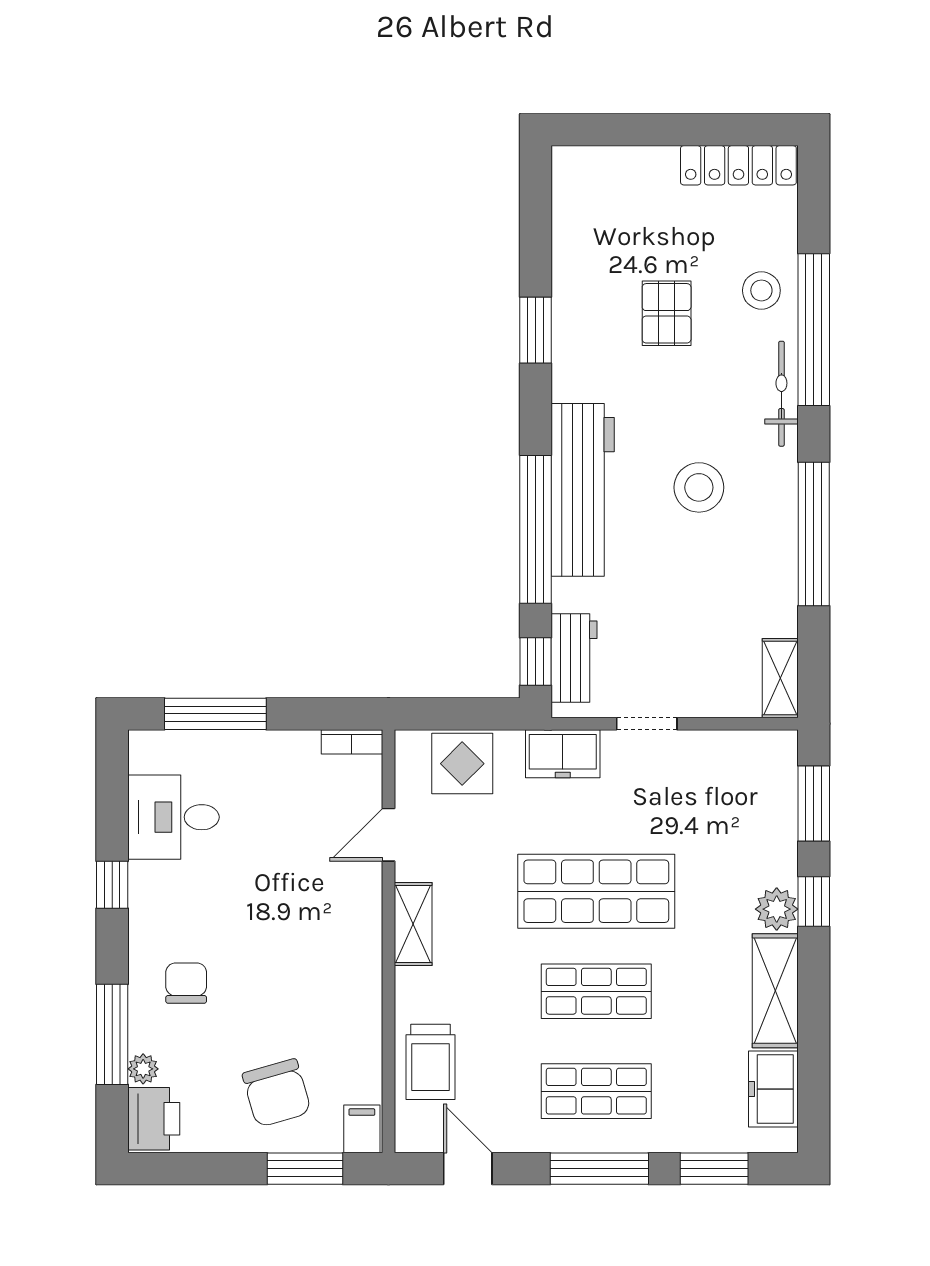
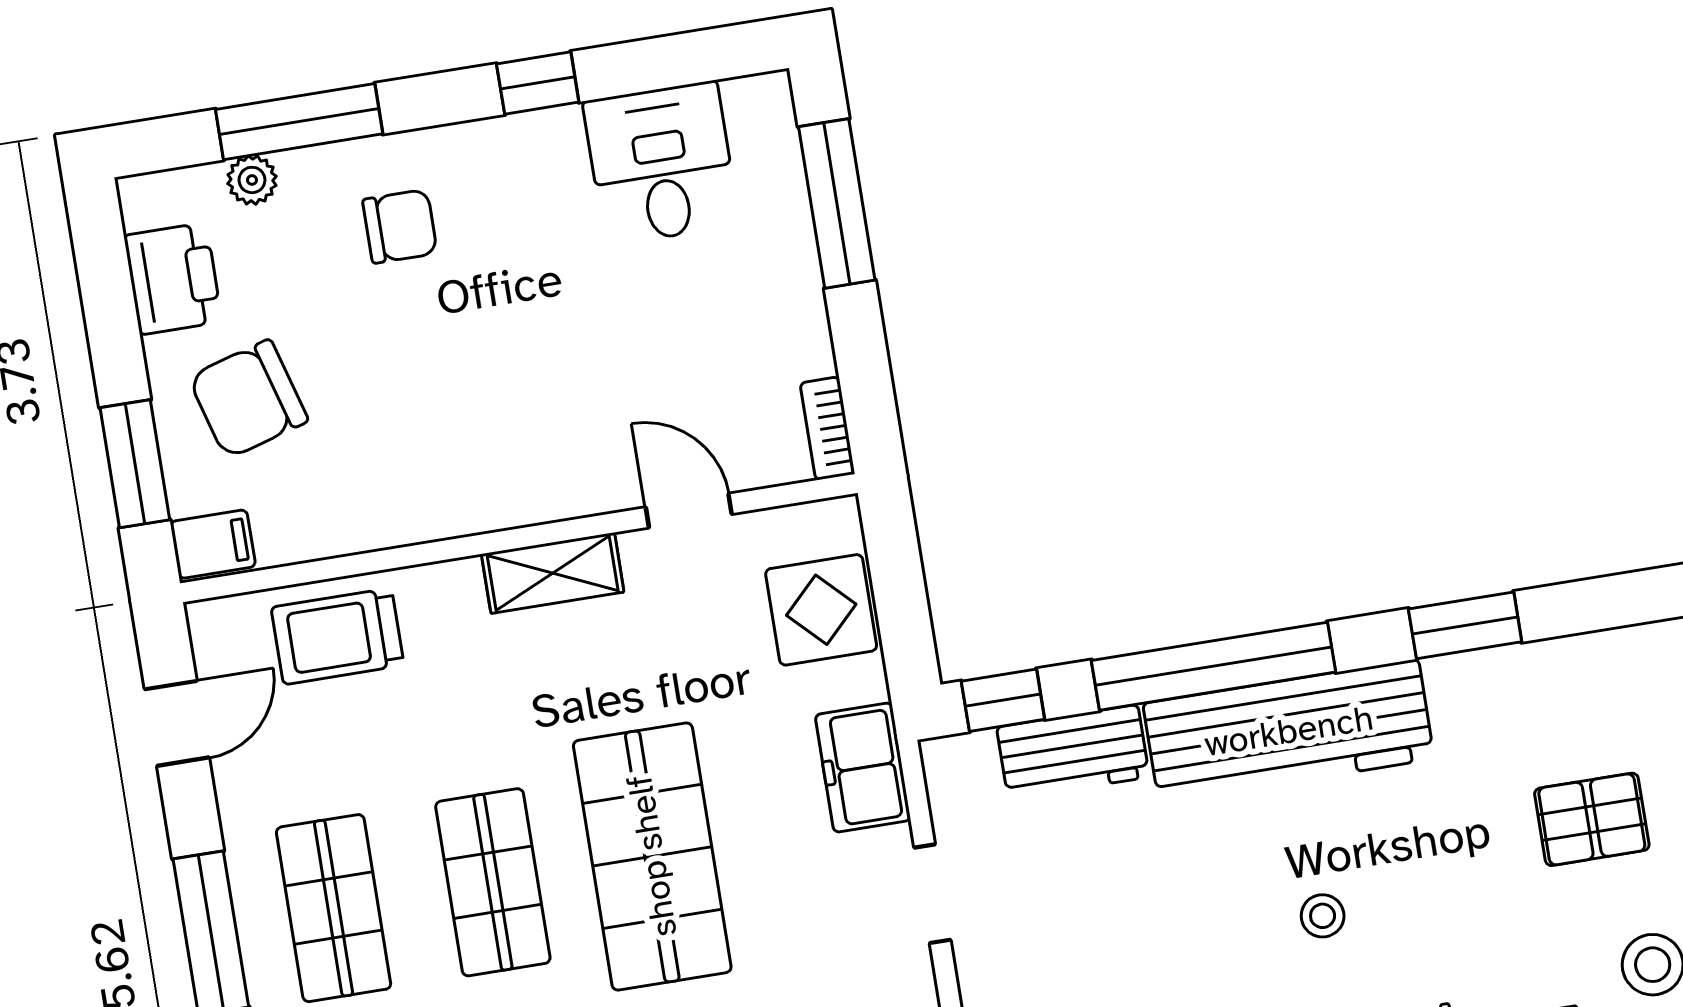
window: (535, 330) -> (1465, 625), moved
stool: (699, 487) -> (1323, 916), width x0.53, depth x0.53
workbench: (574, 658) -> (1073, 752), moved
printer: (154, 1119) -> (173, 279), moved, turned -90

